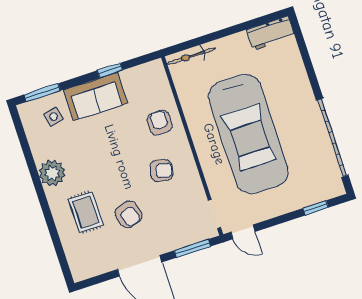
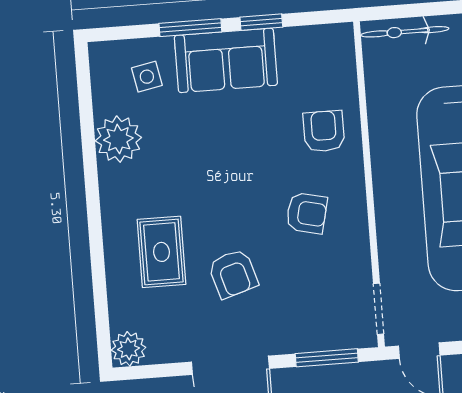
window: (42, 93) -> (190, 28), moved
plant: (52, 173) -> (118, 139), moved
plant: (81, 271) -> (129, 349), added

